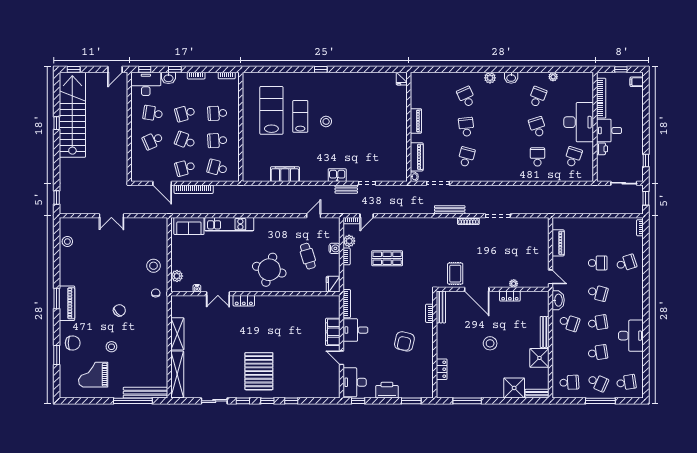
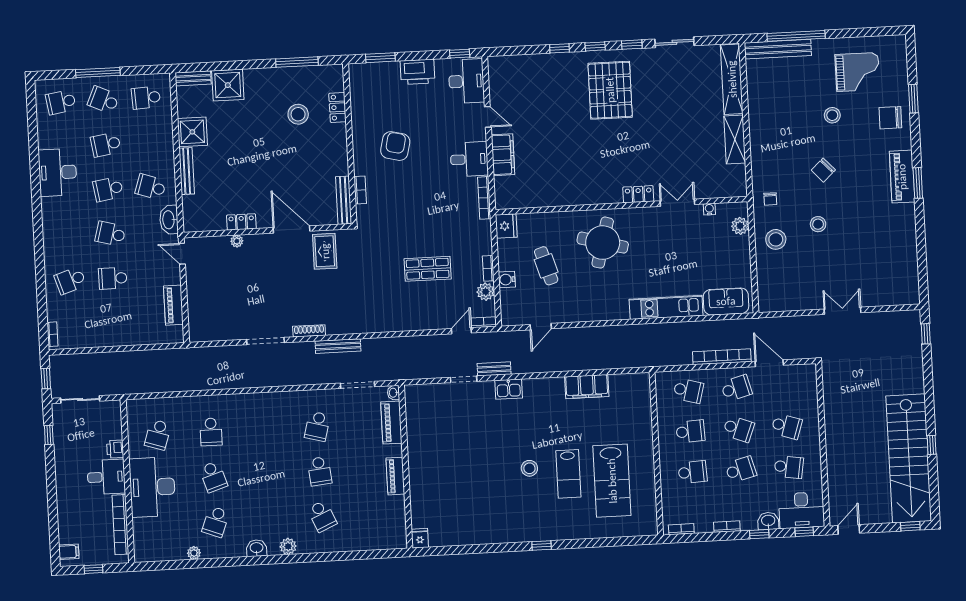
school desk: (153, 140) -> (787, 426), turned 42
stool: (67, 242) -> (818, 224), moved
stool: (490, 343) -> (298, 114), moved

